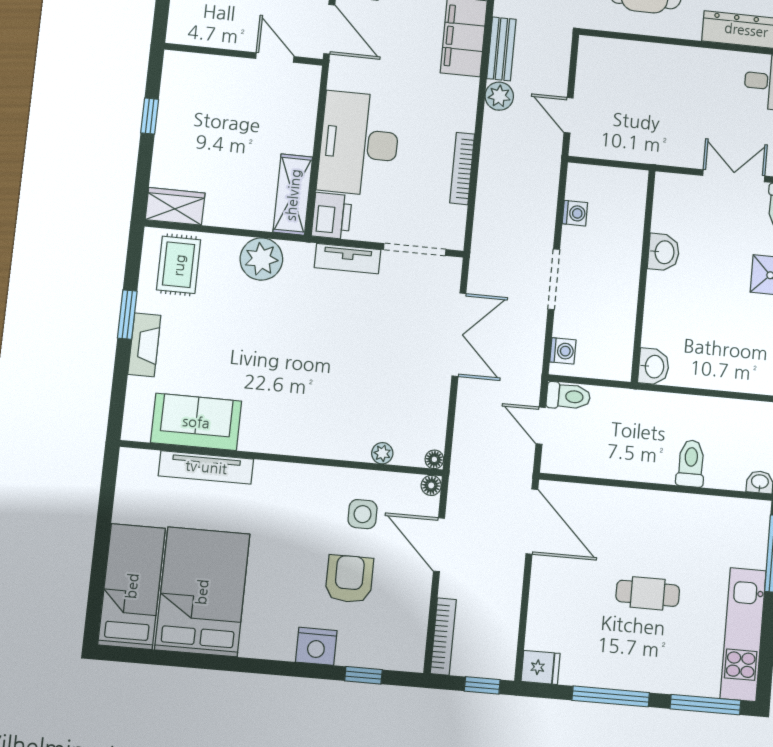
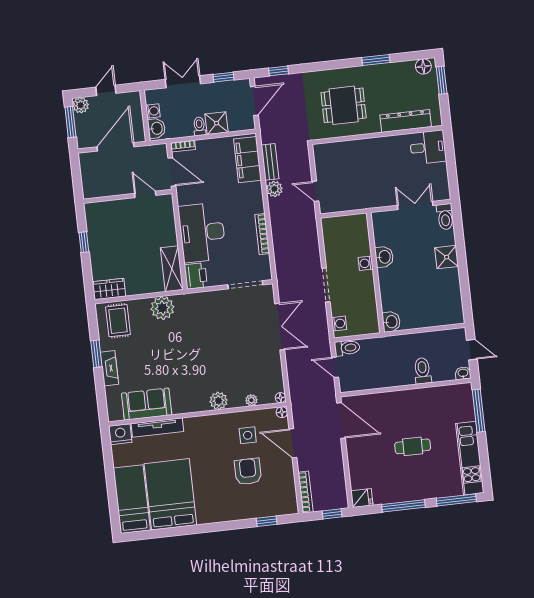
washing machine: (575, 213) -> (366, 263), moved, turned 180
tv unit: (348, 259) -> (210, 298), removed
plant: (324, 442) -> (219, 401), added
nightstand: (316, 646) -> (120, 434), moved, turned 180

